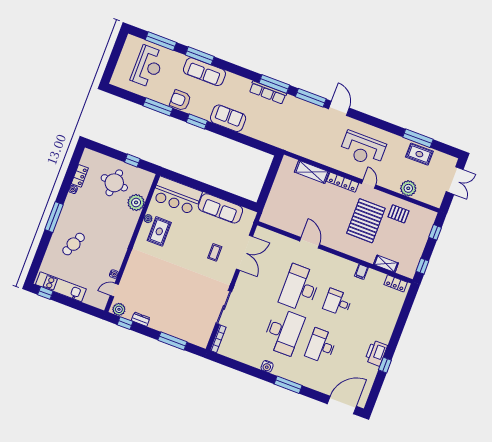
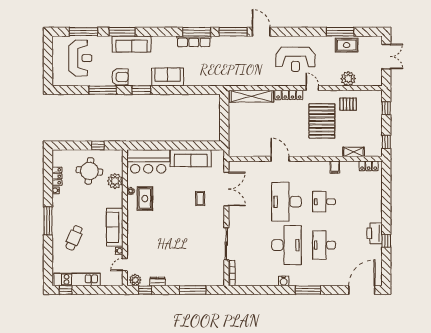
armchair: (180, 100) -> (120, 77), turned 180
shelving: (312, 172) -> (251, 96), width x1.47
sofa: (118, 249) -> (115, 227), added

